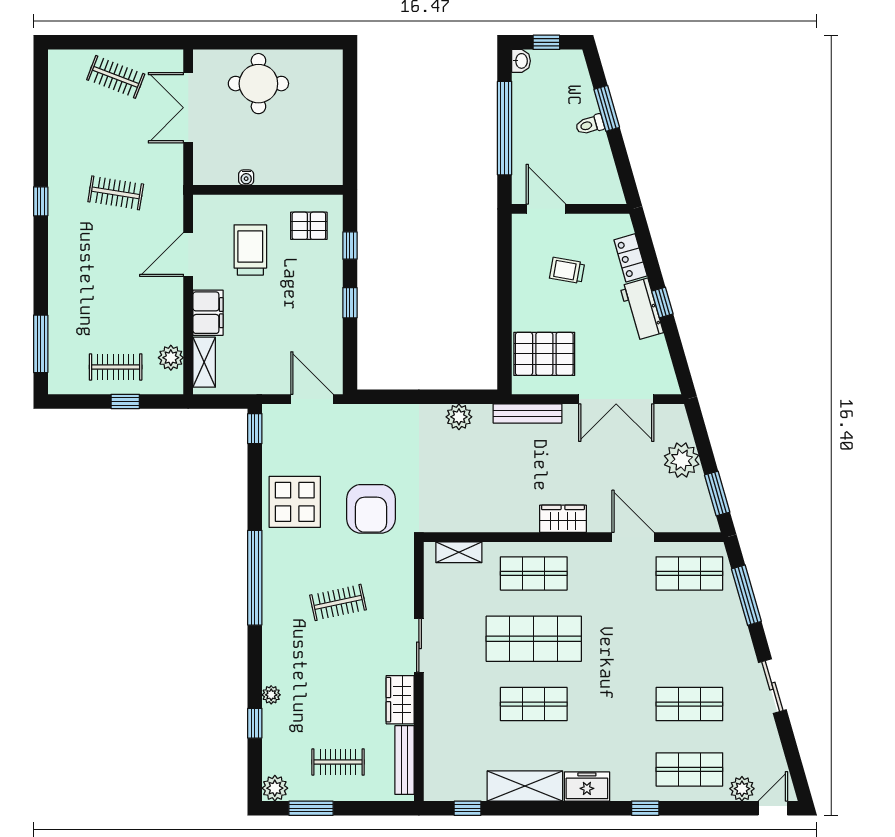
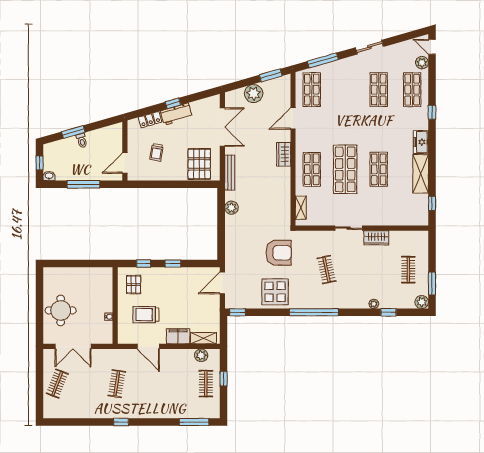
window: (505, 128) -> (83, 184), width x0.68
bench: (405, 760) -> (407, 236), removed

